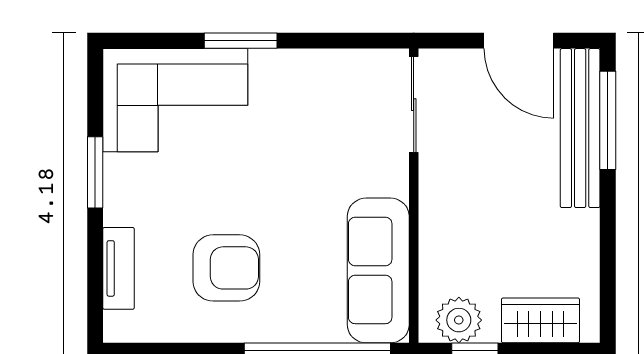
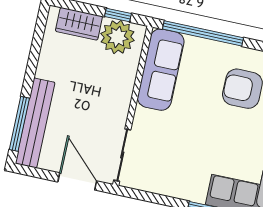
door: (519, 41) -> (77, 181), moved
plant: (459, 320) -> (118, 37), width x1.36, depth x1.36

